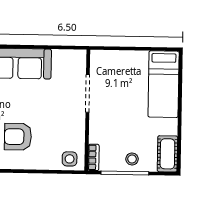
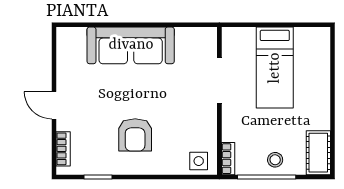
bed: (164, 84) -> (275, 68), moved
armchair: (18, 137) -> (135, 135), turned -90

